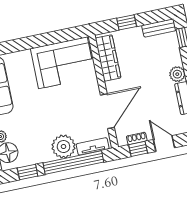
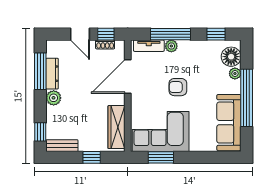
window: (57, 37) -> (161, 157), added
armchair: (55, 111) -> (178, 87), added
plant: (63, 147) -> (171, 46), width x0.53, depth x0.53
window: (73, 162) -> (170, 34), width x0.68

